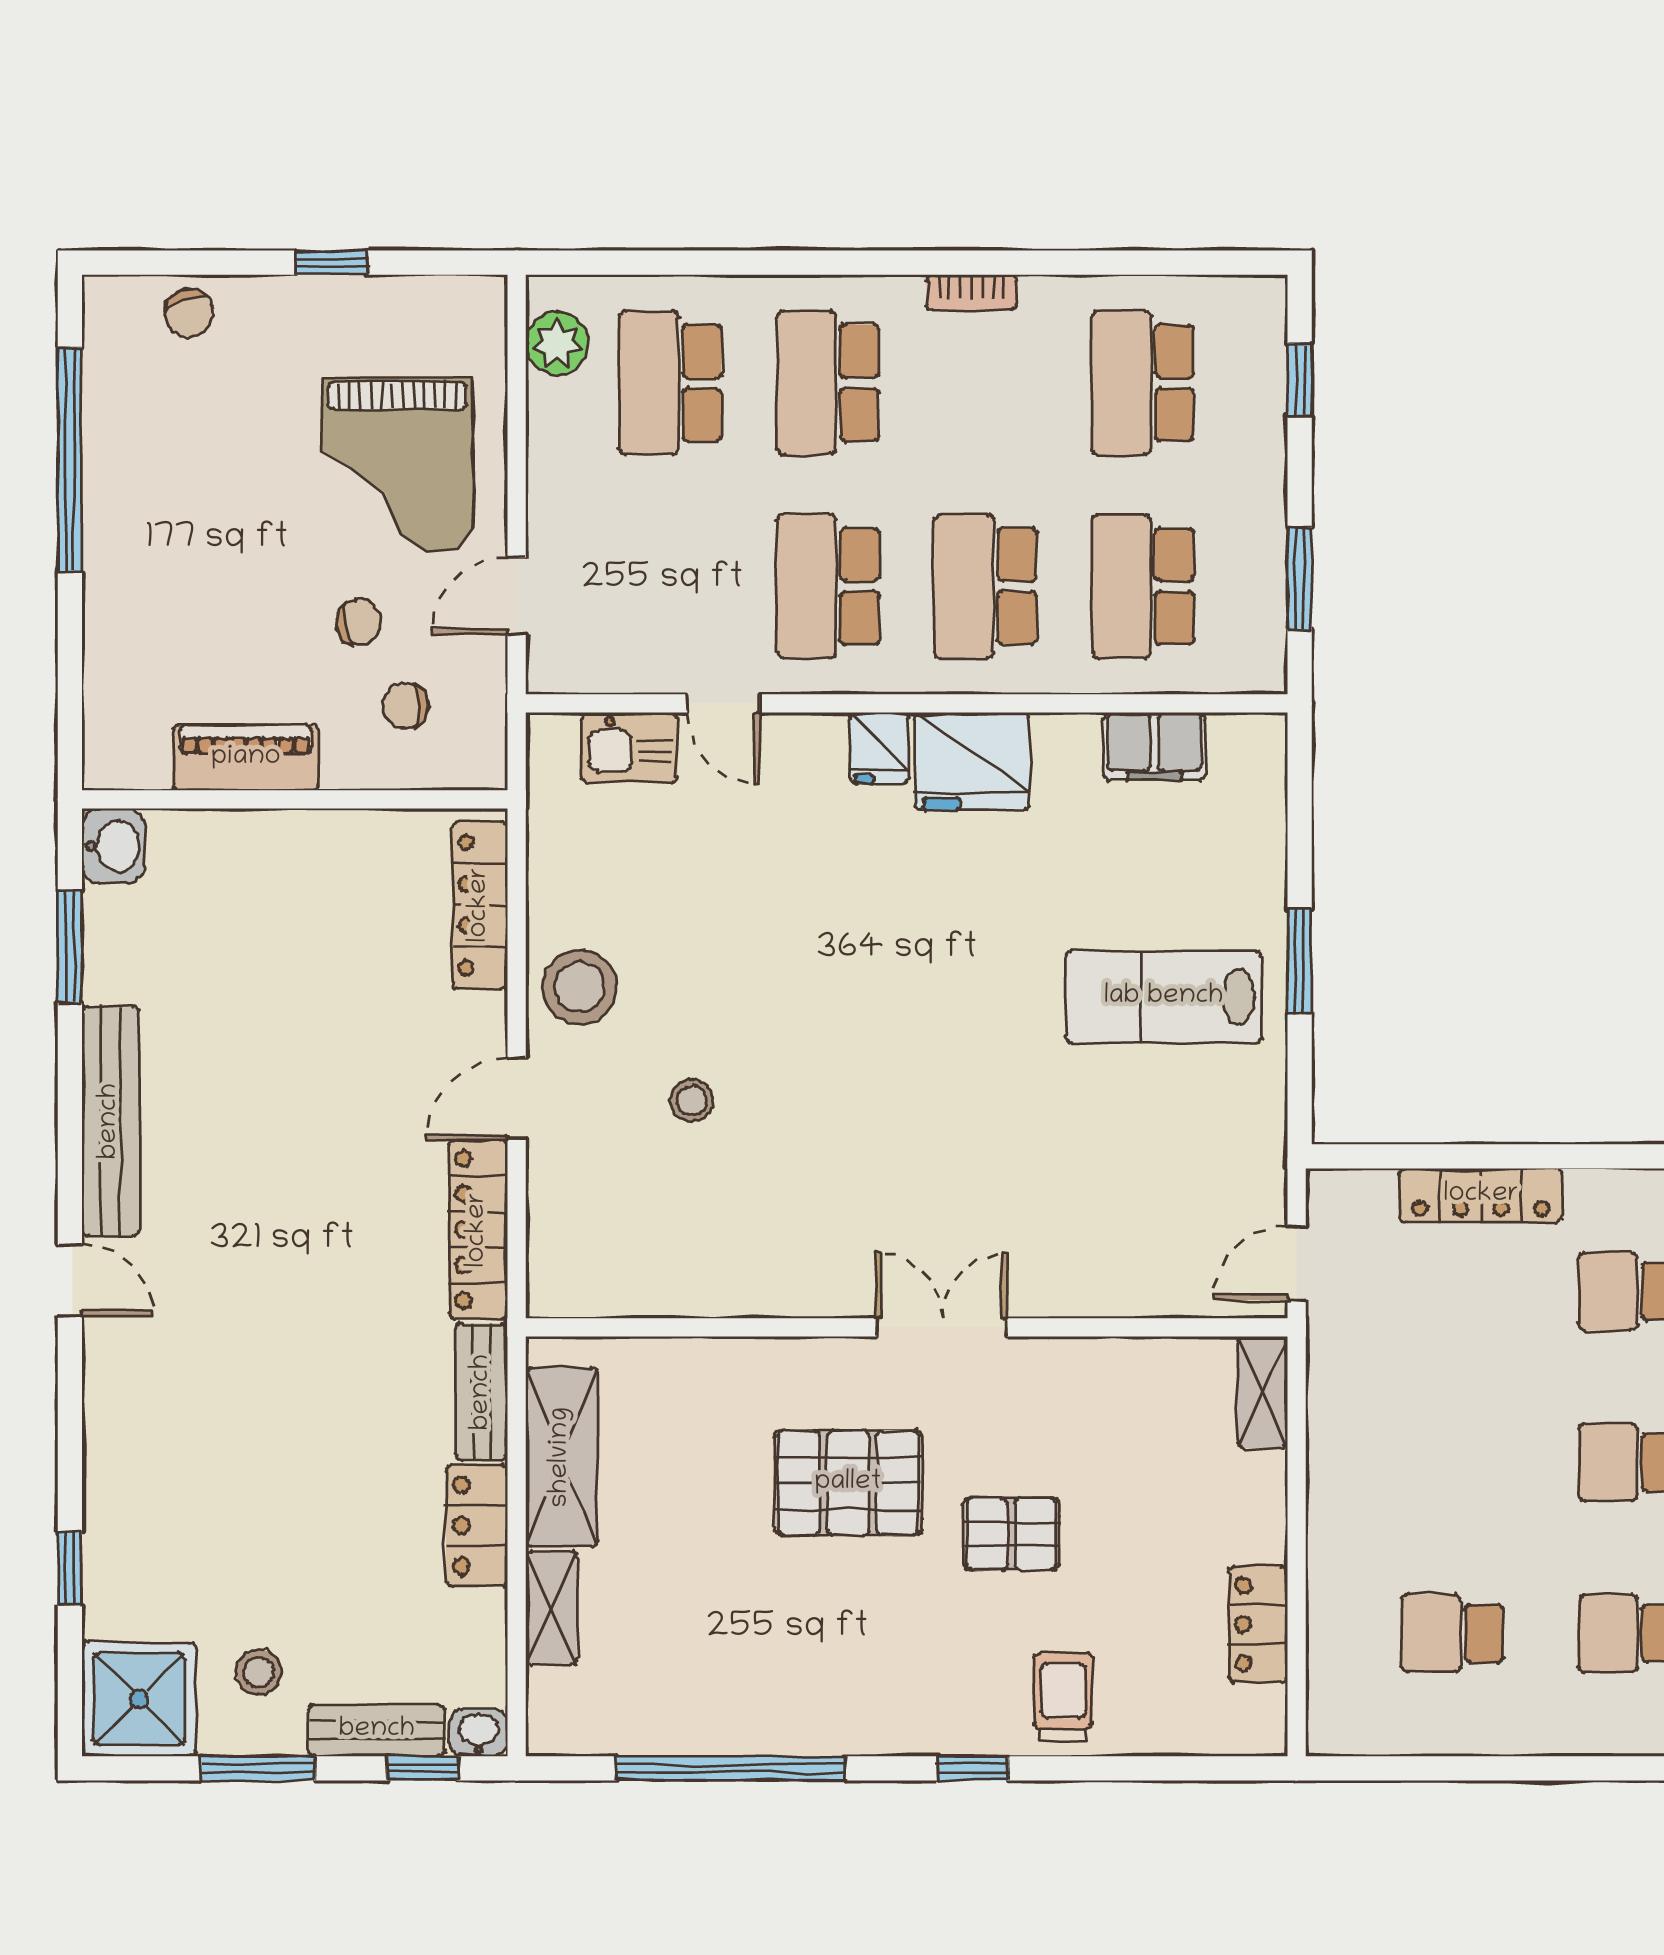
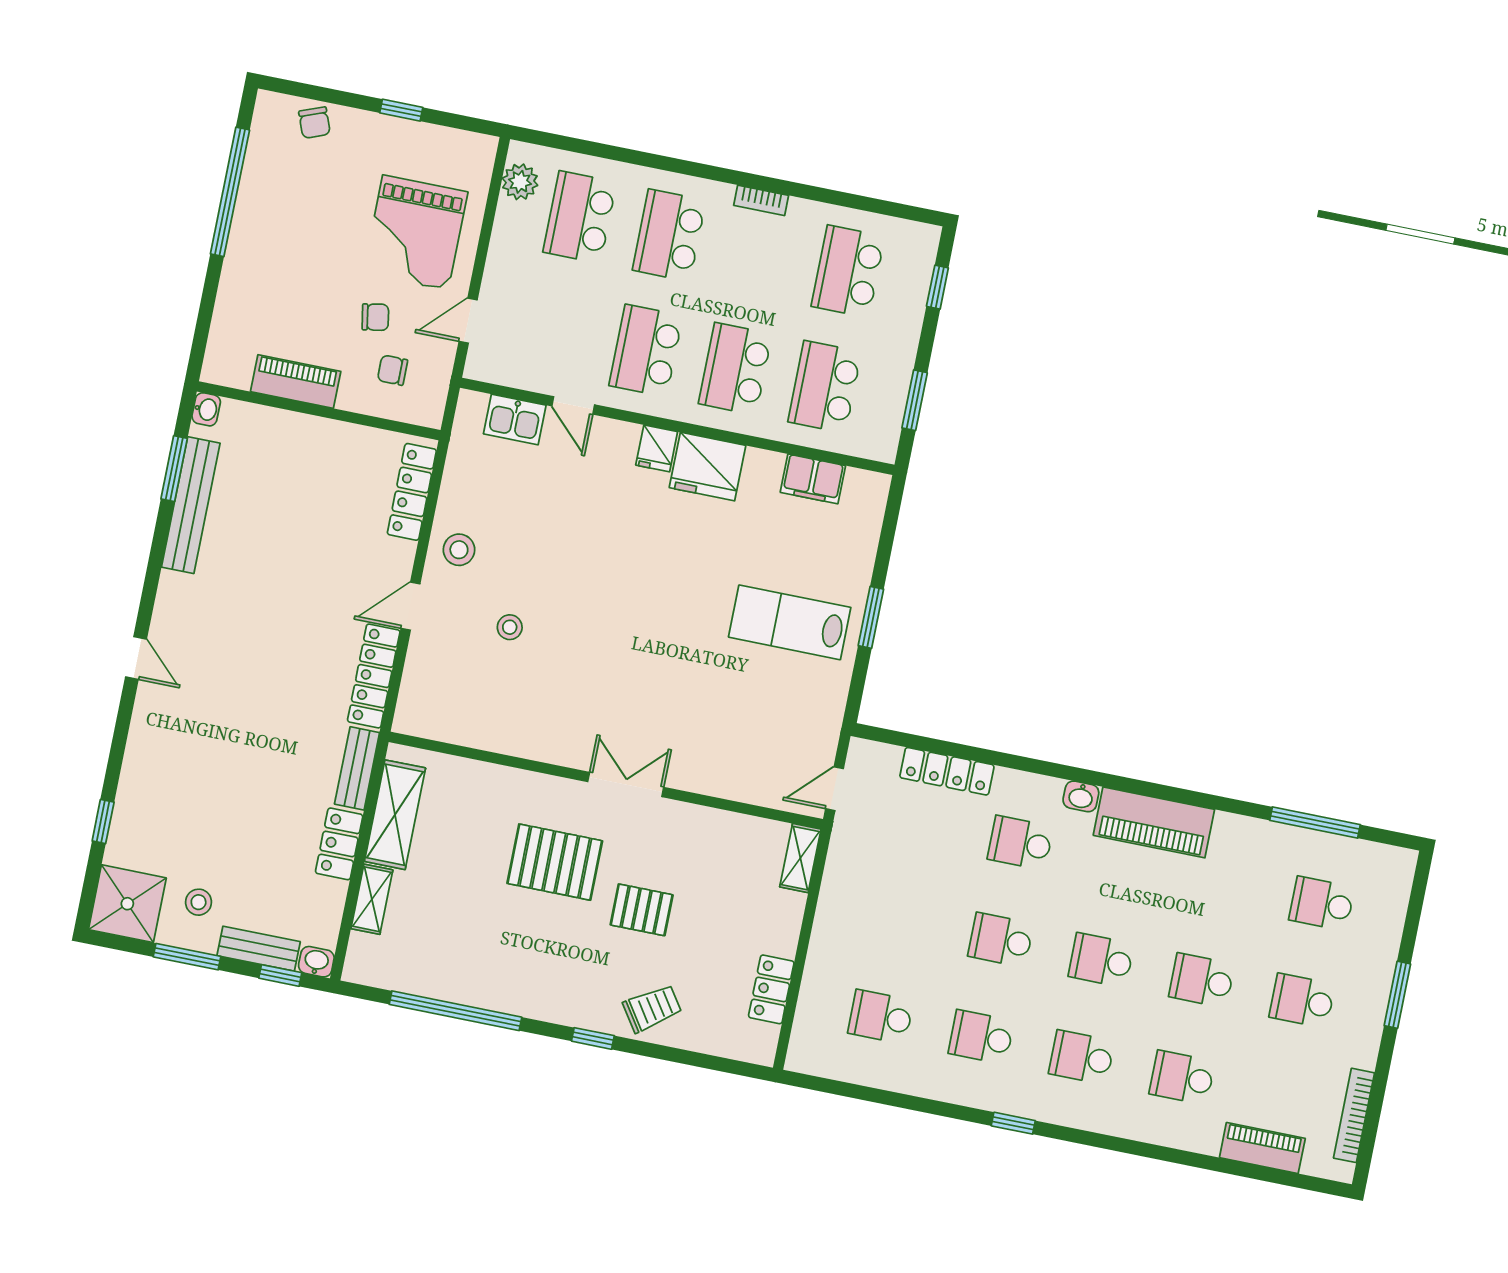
washbasin: (113, 846) -> (206, 409), width x0.72, depth x0.69
stool: (579, 987) -> (459, 550), width x0.73, depth x0.73
bench: (110, 1121) -> (191, 505), moved
trolley: (1063, 1697) -> (652, 1008), turned 56

